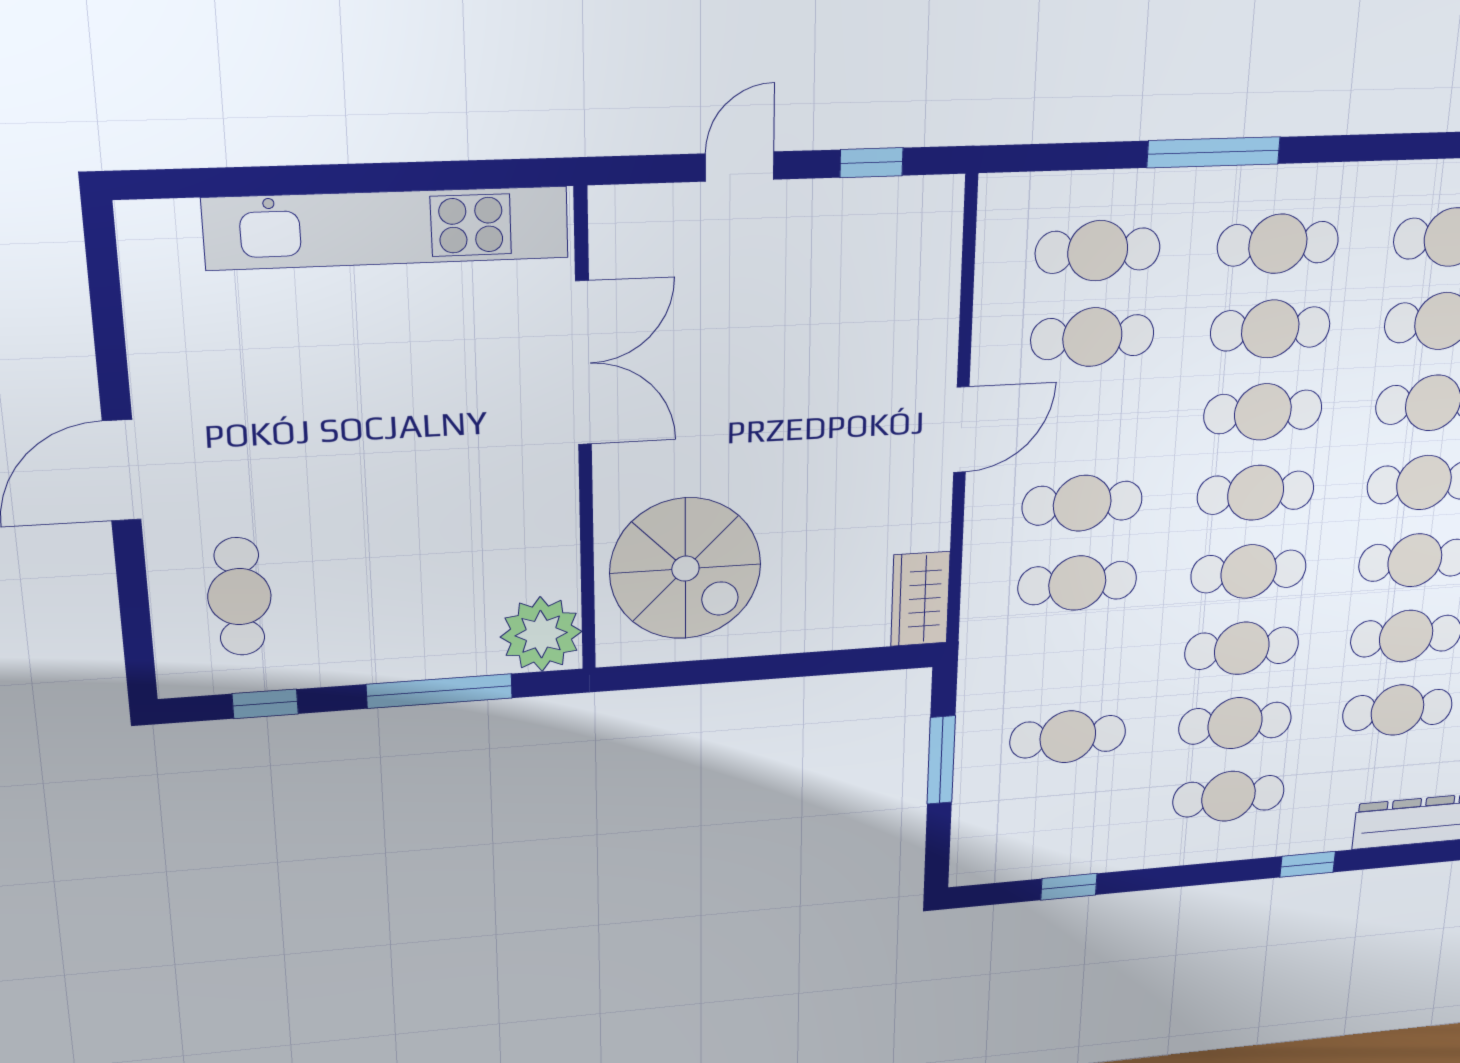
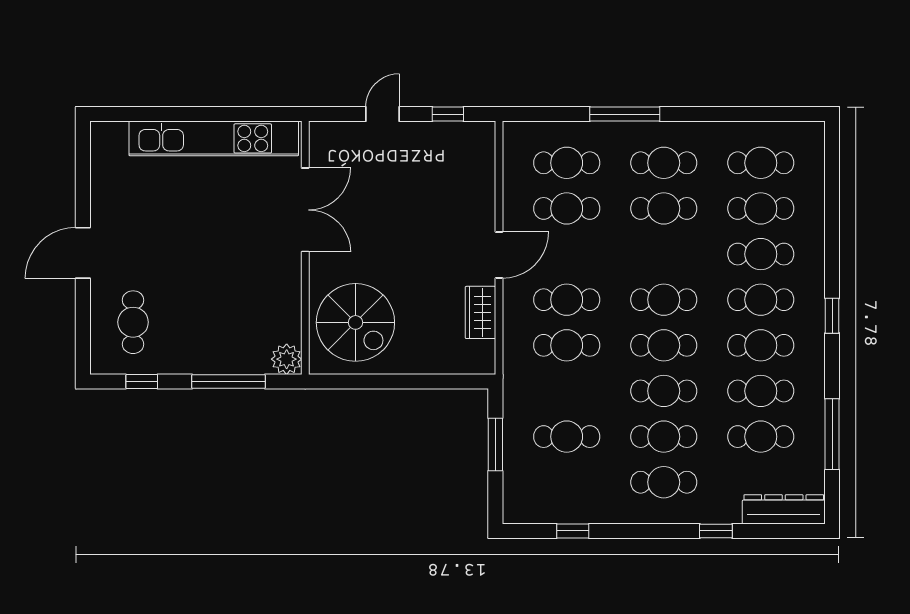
cafe table: (1263, 412) -> (664, 254), removed
wardrobe: (920, 599) -> (480, 312), moved
plant: (541, 634) -> (287, 359), width x0.73, depth x0.73

